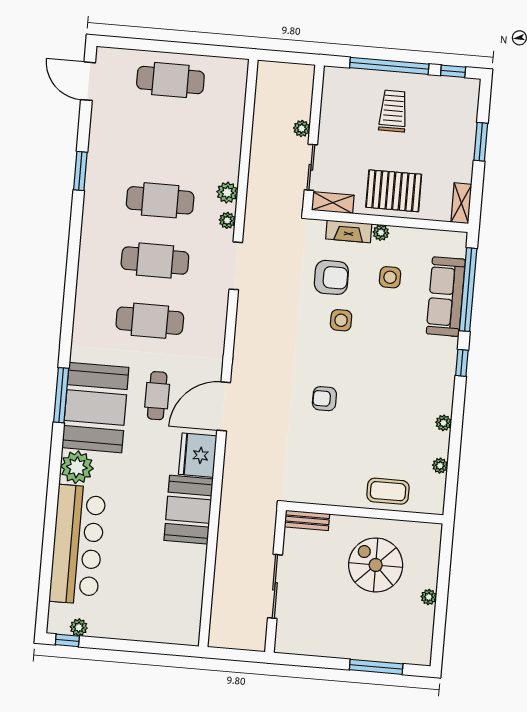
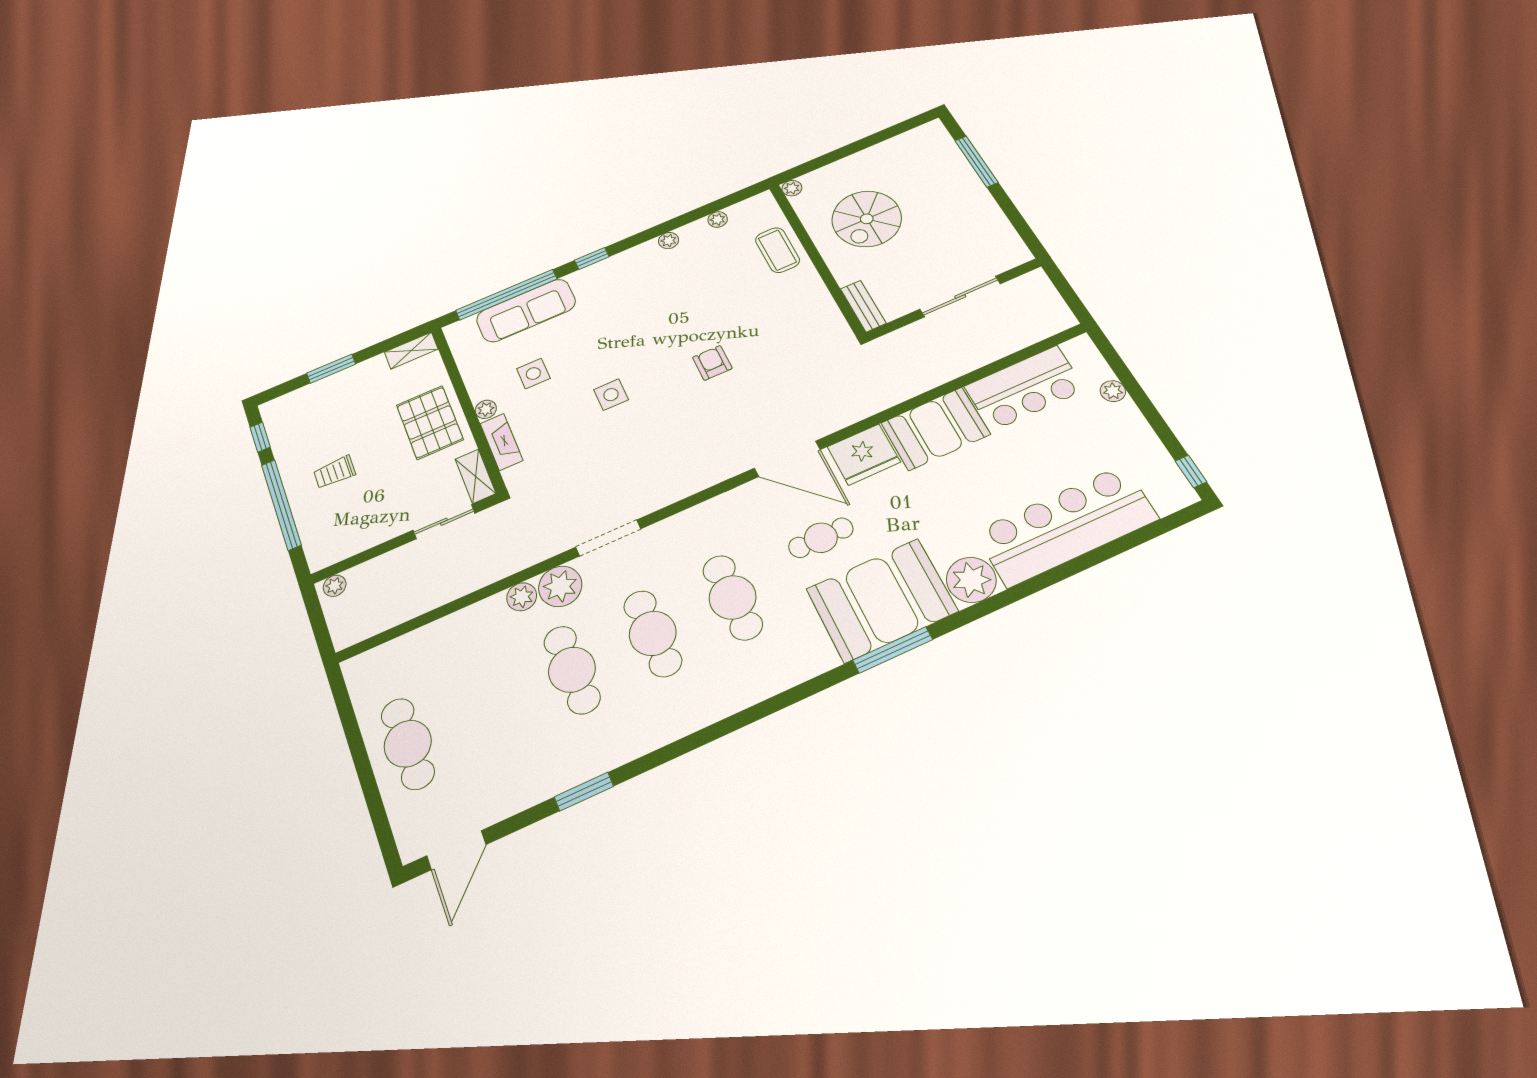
trolley: (393, 111) -> (335, 472), width x0.73, depth x0.72
plant: (302, 128) -> (335, 586), moved
plant: (227, 220) -> (560, 586), width x1.87, depth x1.87
armchair: (331, 277) -> (566, 431), removed
armchair: (324, 399) -> (712, 363), turned 180
bar counter: (183, 582) -> (1025, 388), added
plant: (429, 597) -> (792, 188), moved
plant: (79, 627) -> (1113, 391), moved

